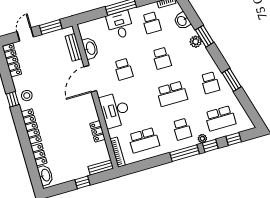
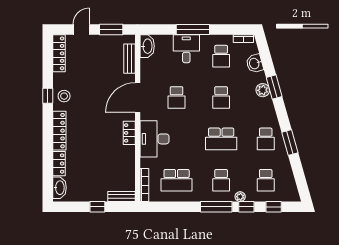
washbasin: (90, 48) -> (147, 46), moved
school desk: (220, 118) -> (266, 180), width x0.54
locker: (97, 131) -> (129, 133), moved

